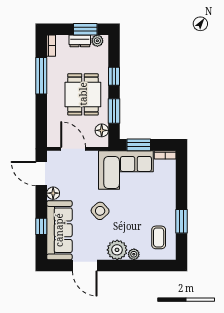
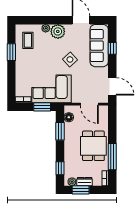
window: (114, 76) -> (60, 168), moved
dining table: (83, 94) -> (93, 146), moved
floor lamp: (53, 193) -> (104, 72), removed

